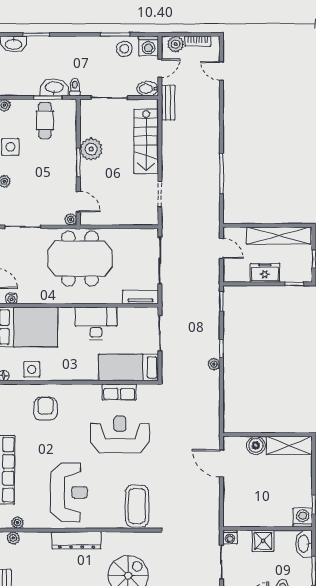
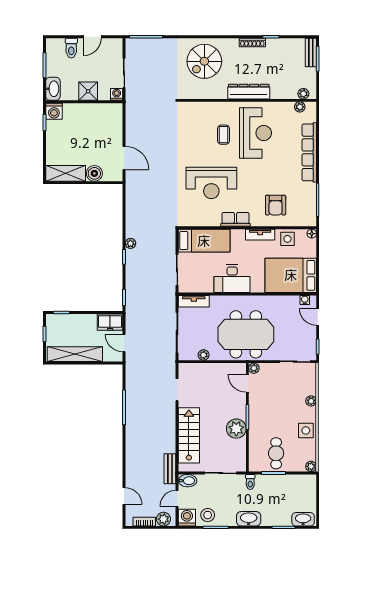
washbasin: (54, 88) -> (249, 519), moved, turned 180
plant: (129, 235) -> (204, 355), added
freezer: (265, 273) -> (110, 322), moved
tv unit: (63, 374) -> (260, 235), added
row of seats: (119, 392) -> (236, 219), moved
reception desk: (69, 492) -> (255, 133), turned 180
coffee table: (137, 506) -> (224, 135), moved, width x0.54, depth x0.58

